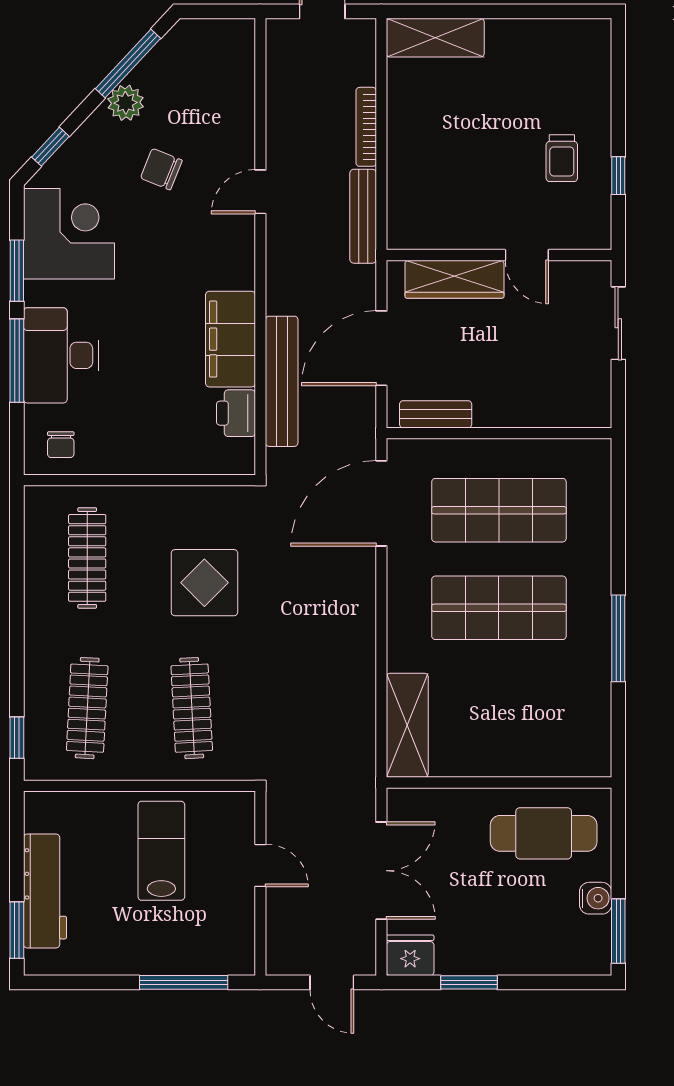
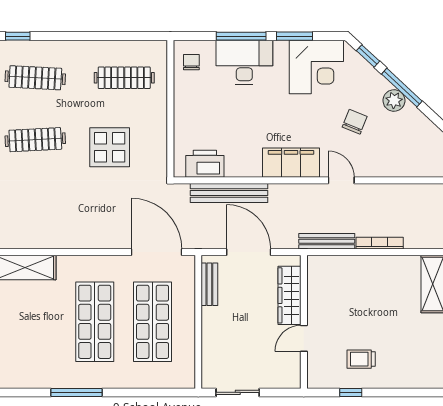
window: (128, 64) -> (402, 88), moved
sliding door: (618, 323) -> (238, 392), moved
filing cabinet: (231, 339) -> (291, 163), moved
printer: (236, 413) -> (205, 164), width x1.37, depth x1.19
chair: (61, 445) -> (191, 62), turned 90

